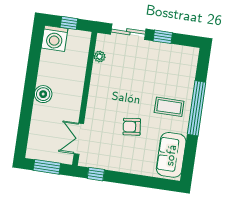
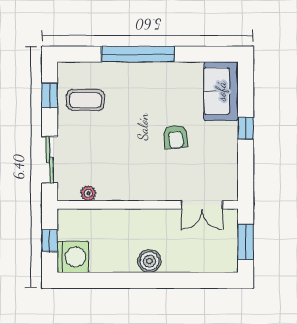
window: (163, 37) -> (50, 96), moved
coffee table: (169, 107) -> (85, 100), moved, turned 90
sofa: (171, 155) -> (221, 91), moved, turned 90
window: (96, 174) -> (246, 128), moved

